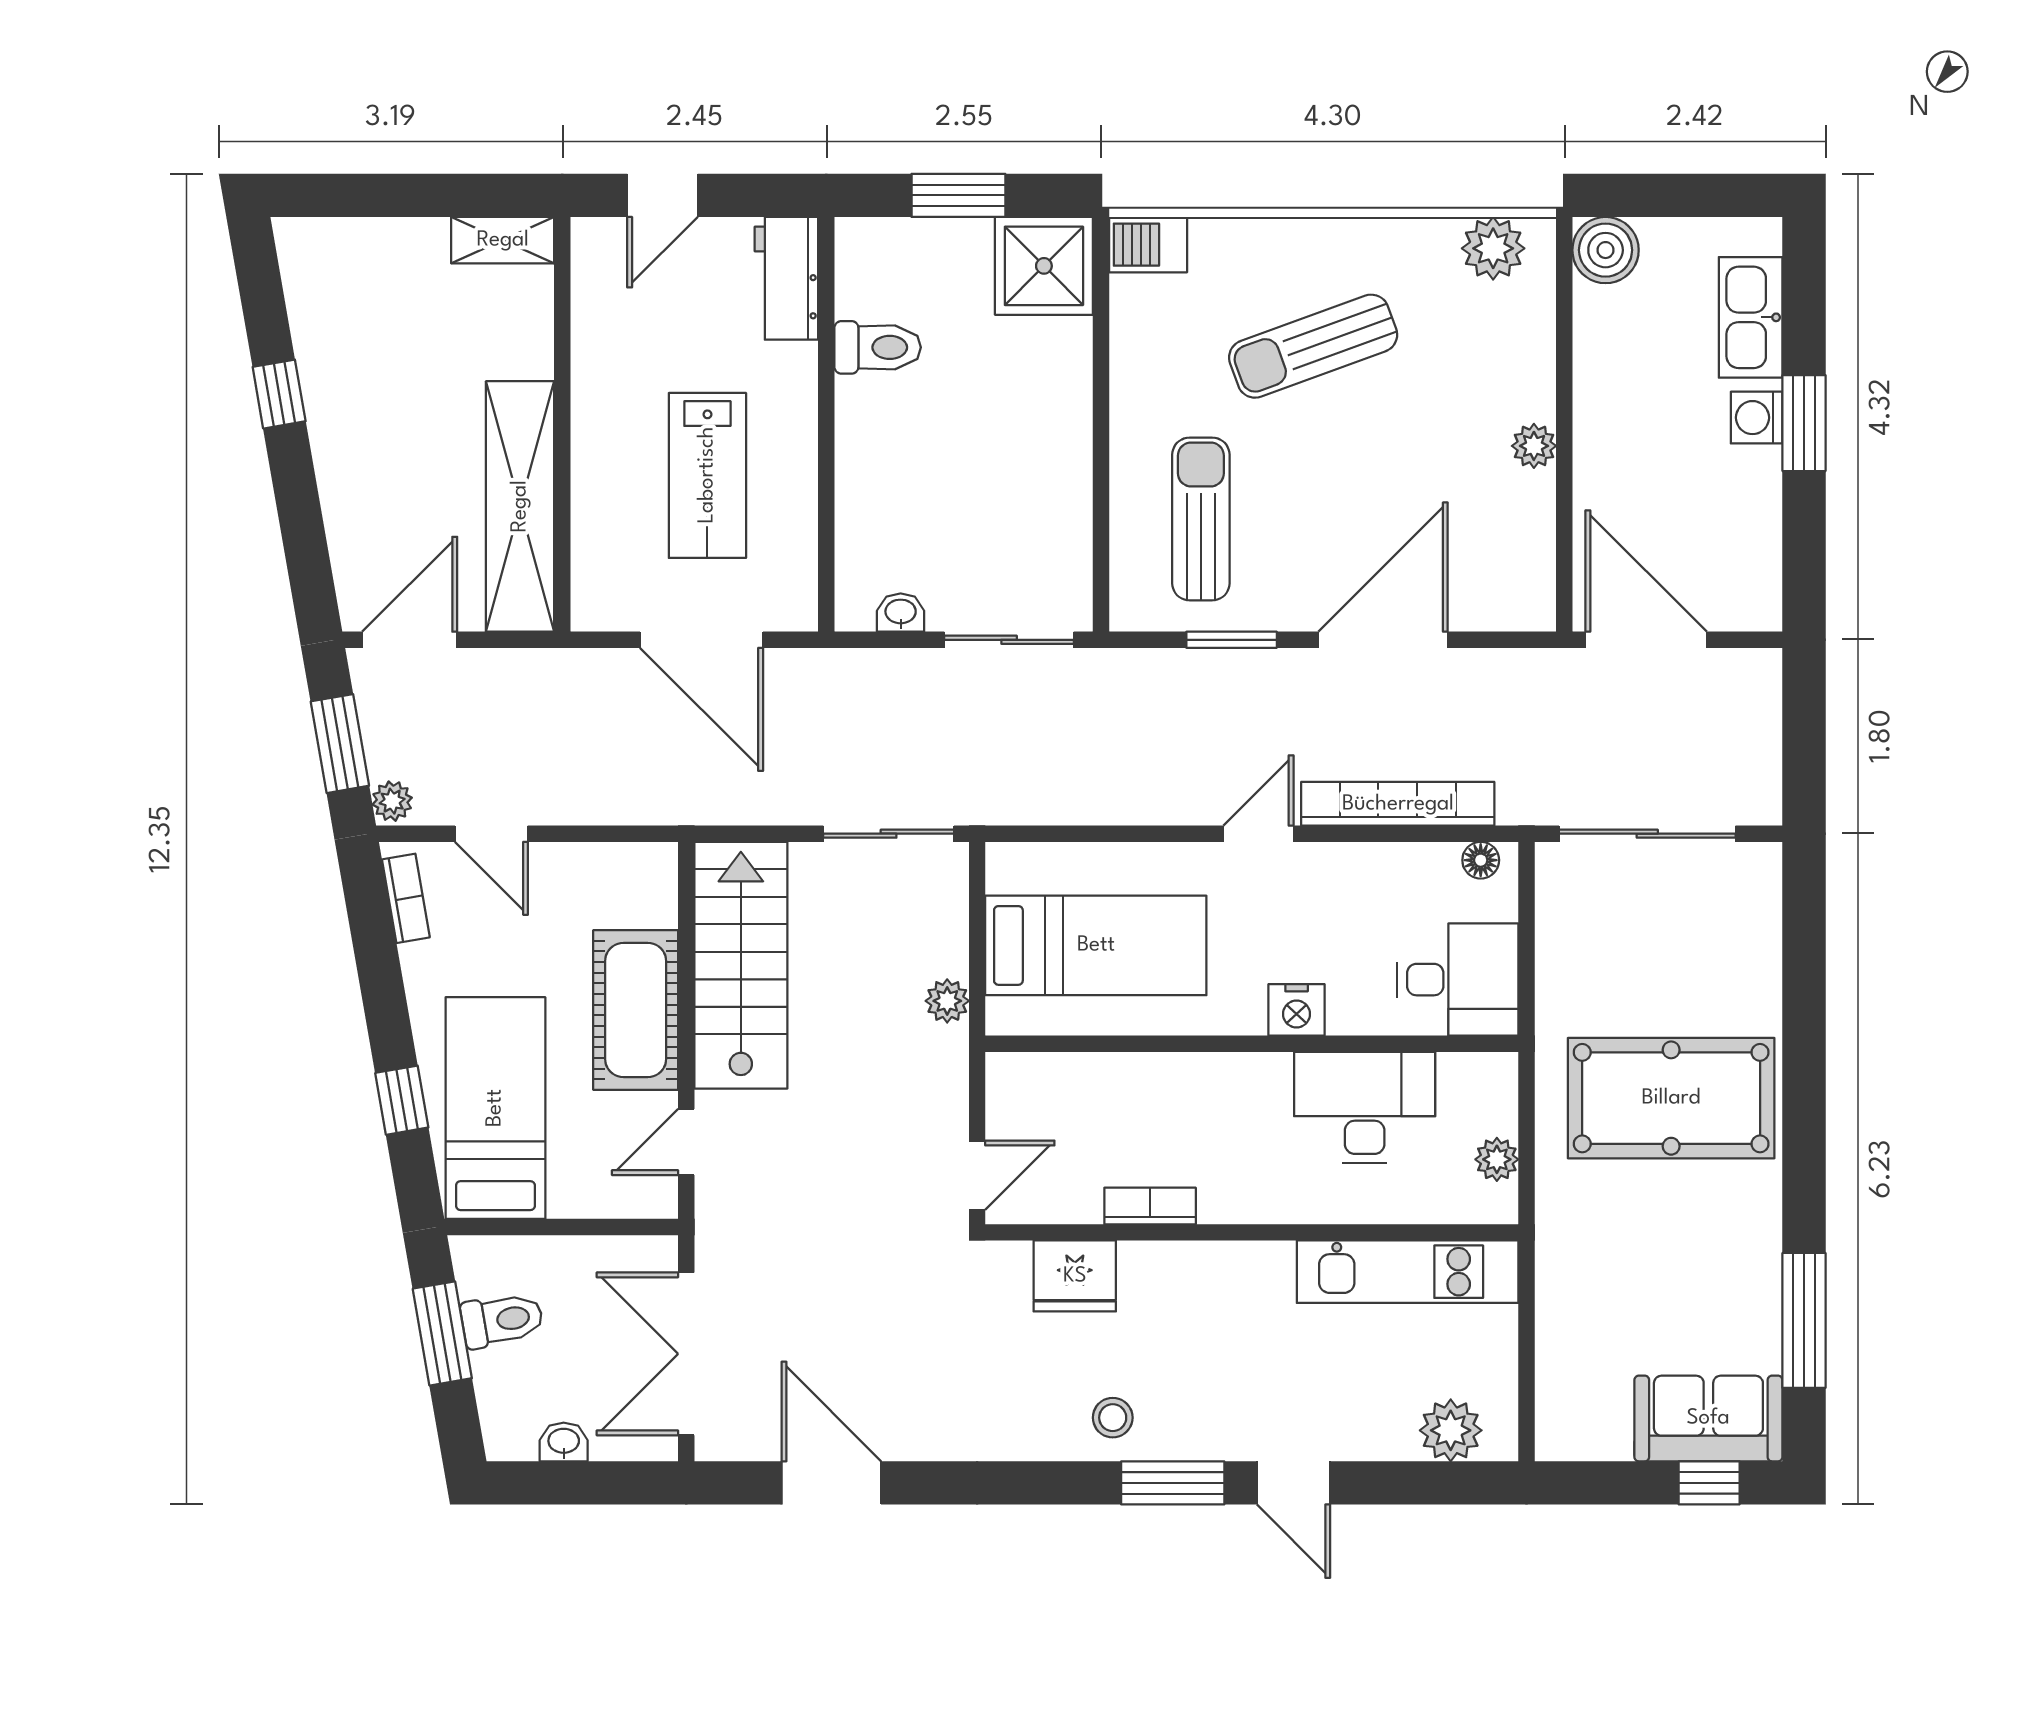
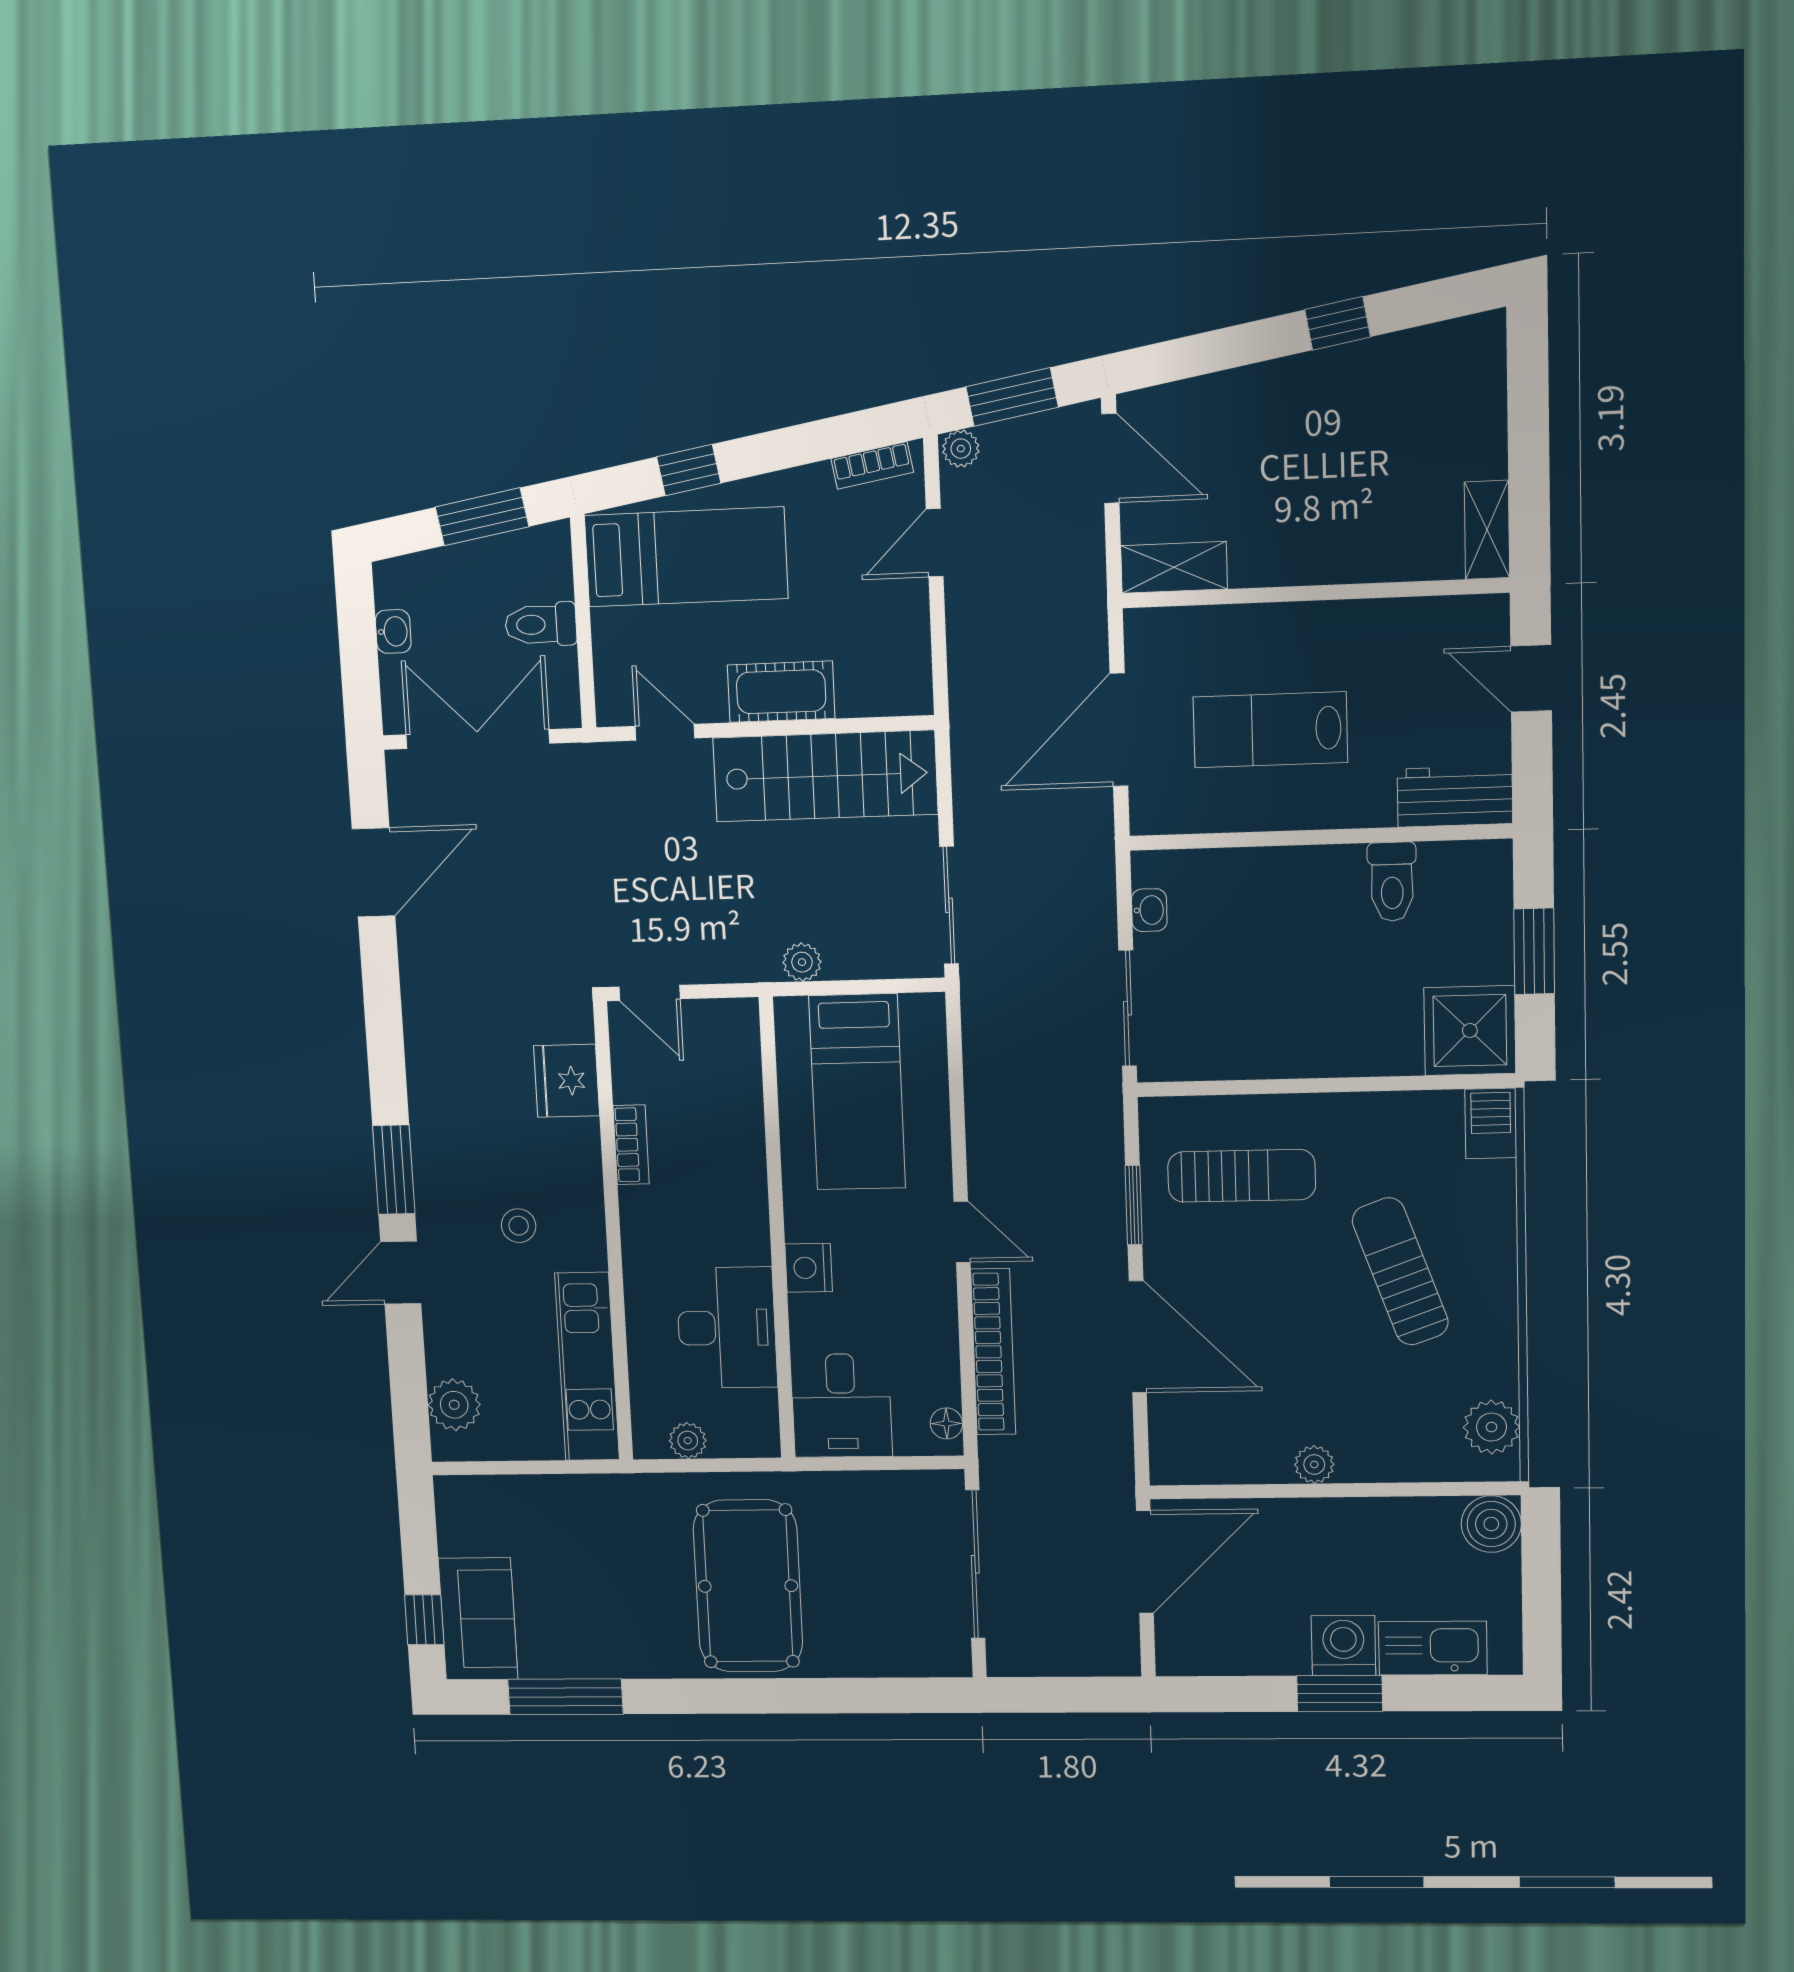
washing machine: (1757, 418) -> (1343, 1645), width x1.38, depth x1.38
shelving: (520, 506) -> (1174, 567), width x0.45, depth x0.75
cot: (636, 1010) -> (781, 692), width x0.73, depth x0.75
toilet: (502, 1320) -> (541, 624), moved, turned 100
stool: (1113, 1418) -> (519, 1226), moved

